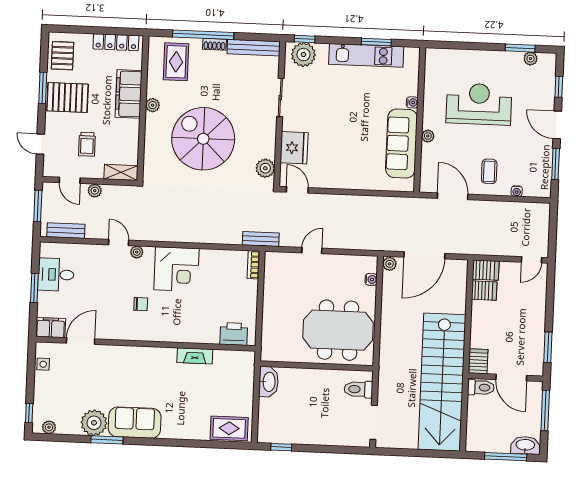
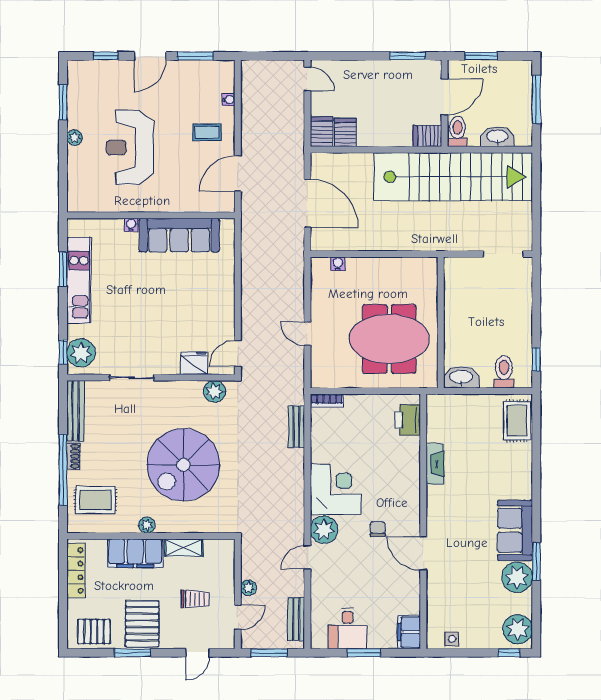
plant: (531, 59) -> (75, 138), moved
plant: (428, 136) -> (169, 205), removed
fridge: (294, 148) -> (194, 363), width x0.73, depth x0.75
shelving: (121, 172) -> (184, 548), moved, turned 90
bench: (261, 239) -> (296, 427), moved
plant: (137, 252) -> (324, 530), width x1.87, depth x1.87
plant: (390, 264) -> (319, 243), removed
meeting table: (338, 330) -> (389, 339), moved, turned 90
door: (81, 341) -> (423, 553), moved
toilet: (358, 389) -> (504, 372), moved, turned 180
window: (545, 411) -> (481, 56), width x0.69
plant: (49, 427) -> (518, 629), width x1.88, depth x1.88
washbasin: (525, 445) -> (497, 137), moved, turned 90

